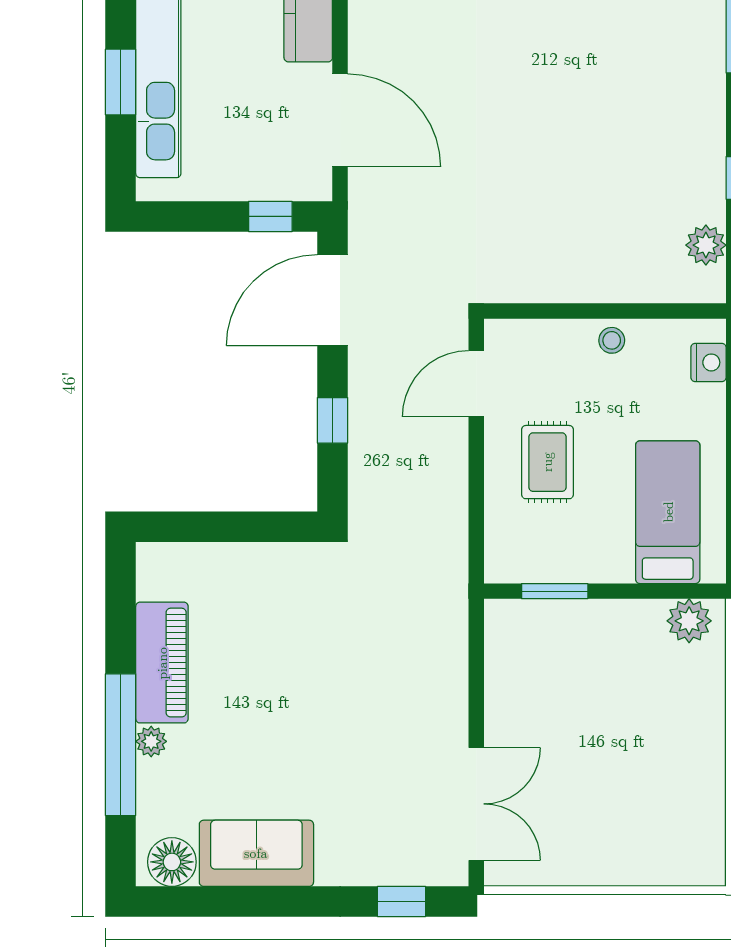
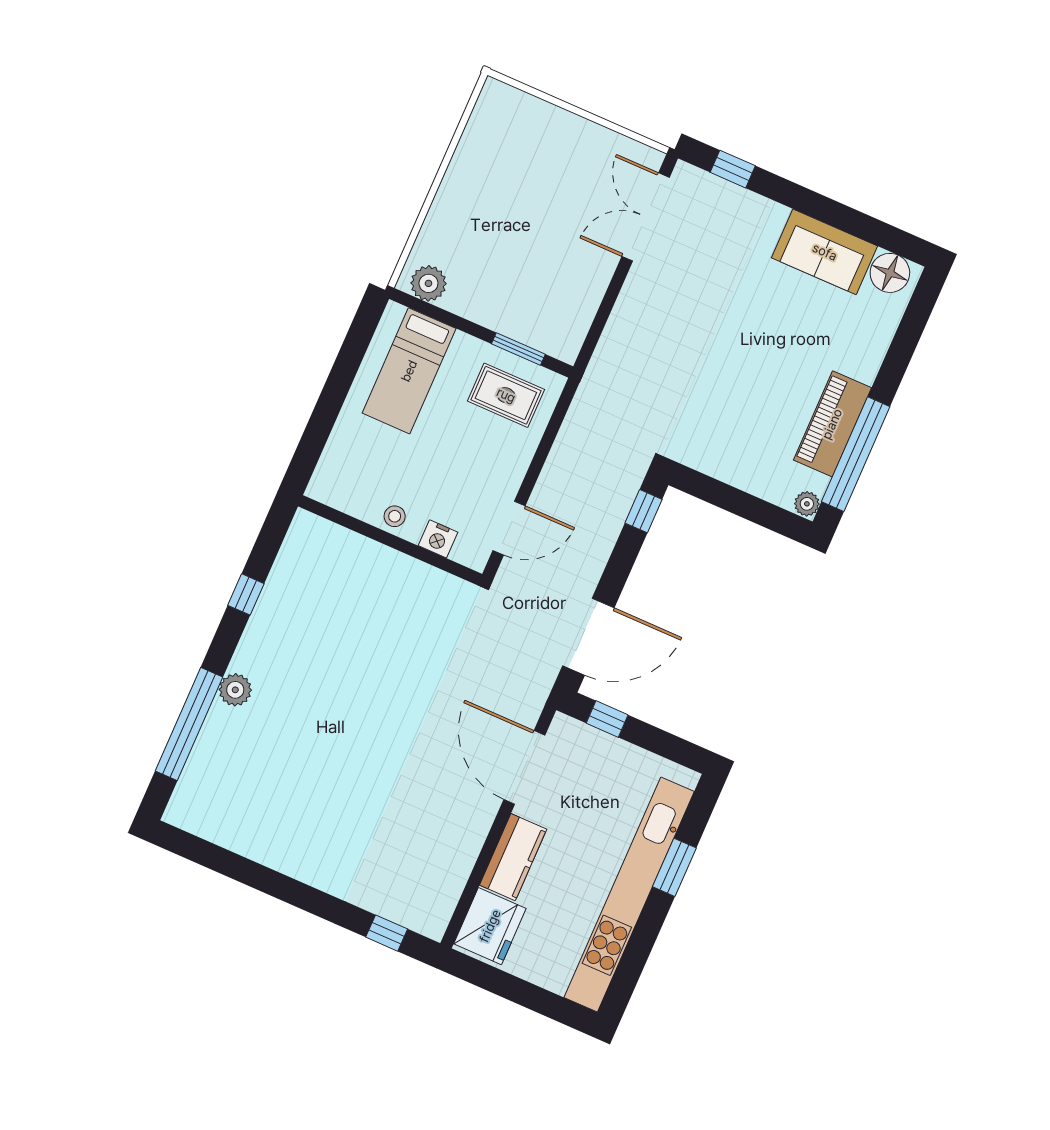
plant: (706, 245) -> (235, 690), moved
nightstand: (708, 362) -> (438, 539), moved, turned -90
window: (332, 420) -> (643, 511), moved
rug: (547, 462) -> (506, 395), moved, turned 90
plant: (151, 741) -> (807, 504), moved
window: (121, 745) -> (856, 454), moved

